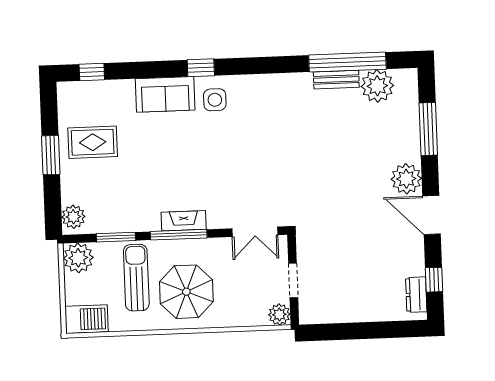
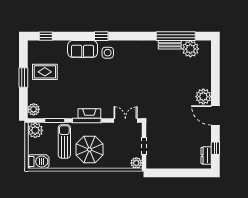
window: (428, 129) -> (215, 72), removed
double door: (255, 232) -> (125, 120), swing flipped

